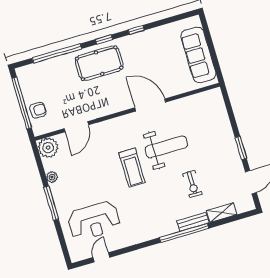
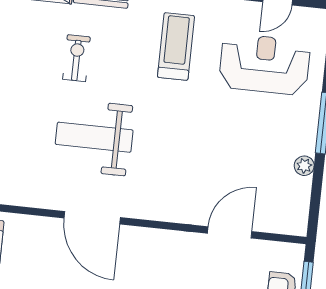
plant: (48, 148) -> (291, 217), removed
treadmill: (132, 168) -> (176, 46), moved

